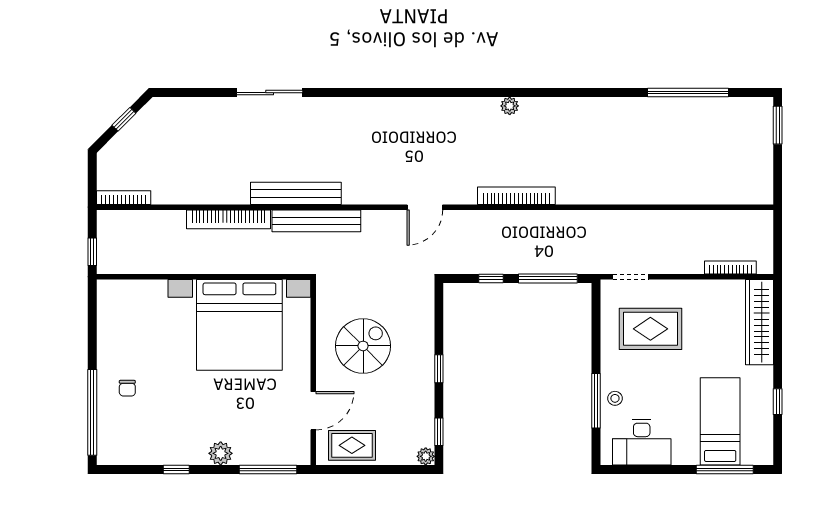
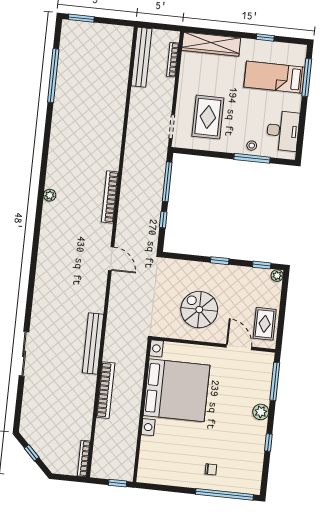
bench: (316, 221) -> (142, 57), moved

